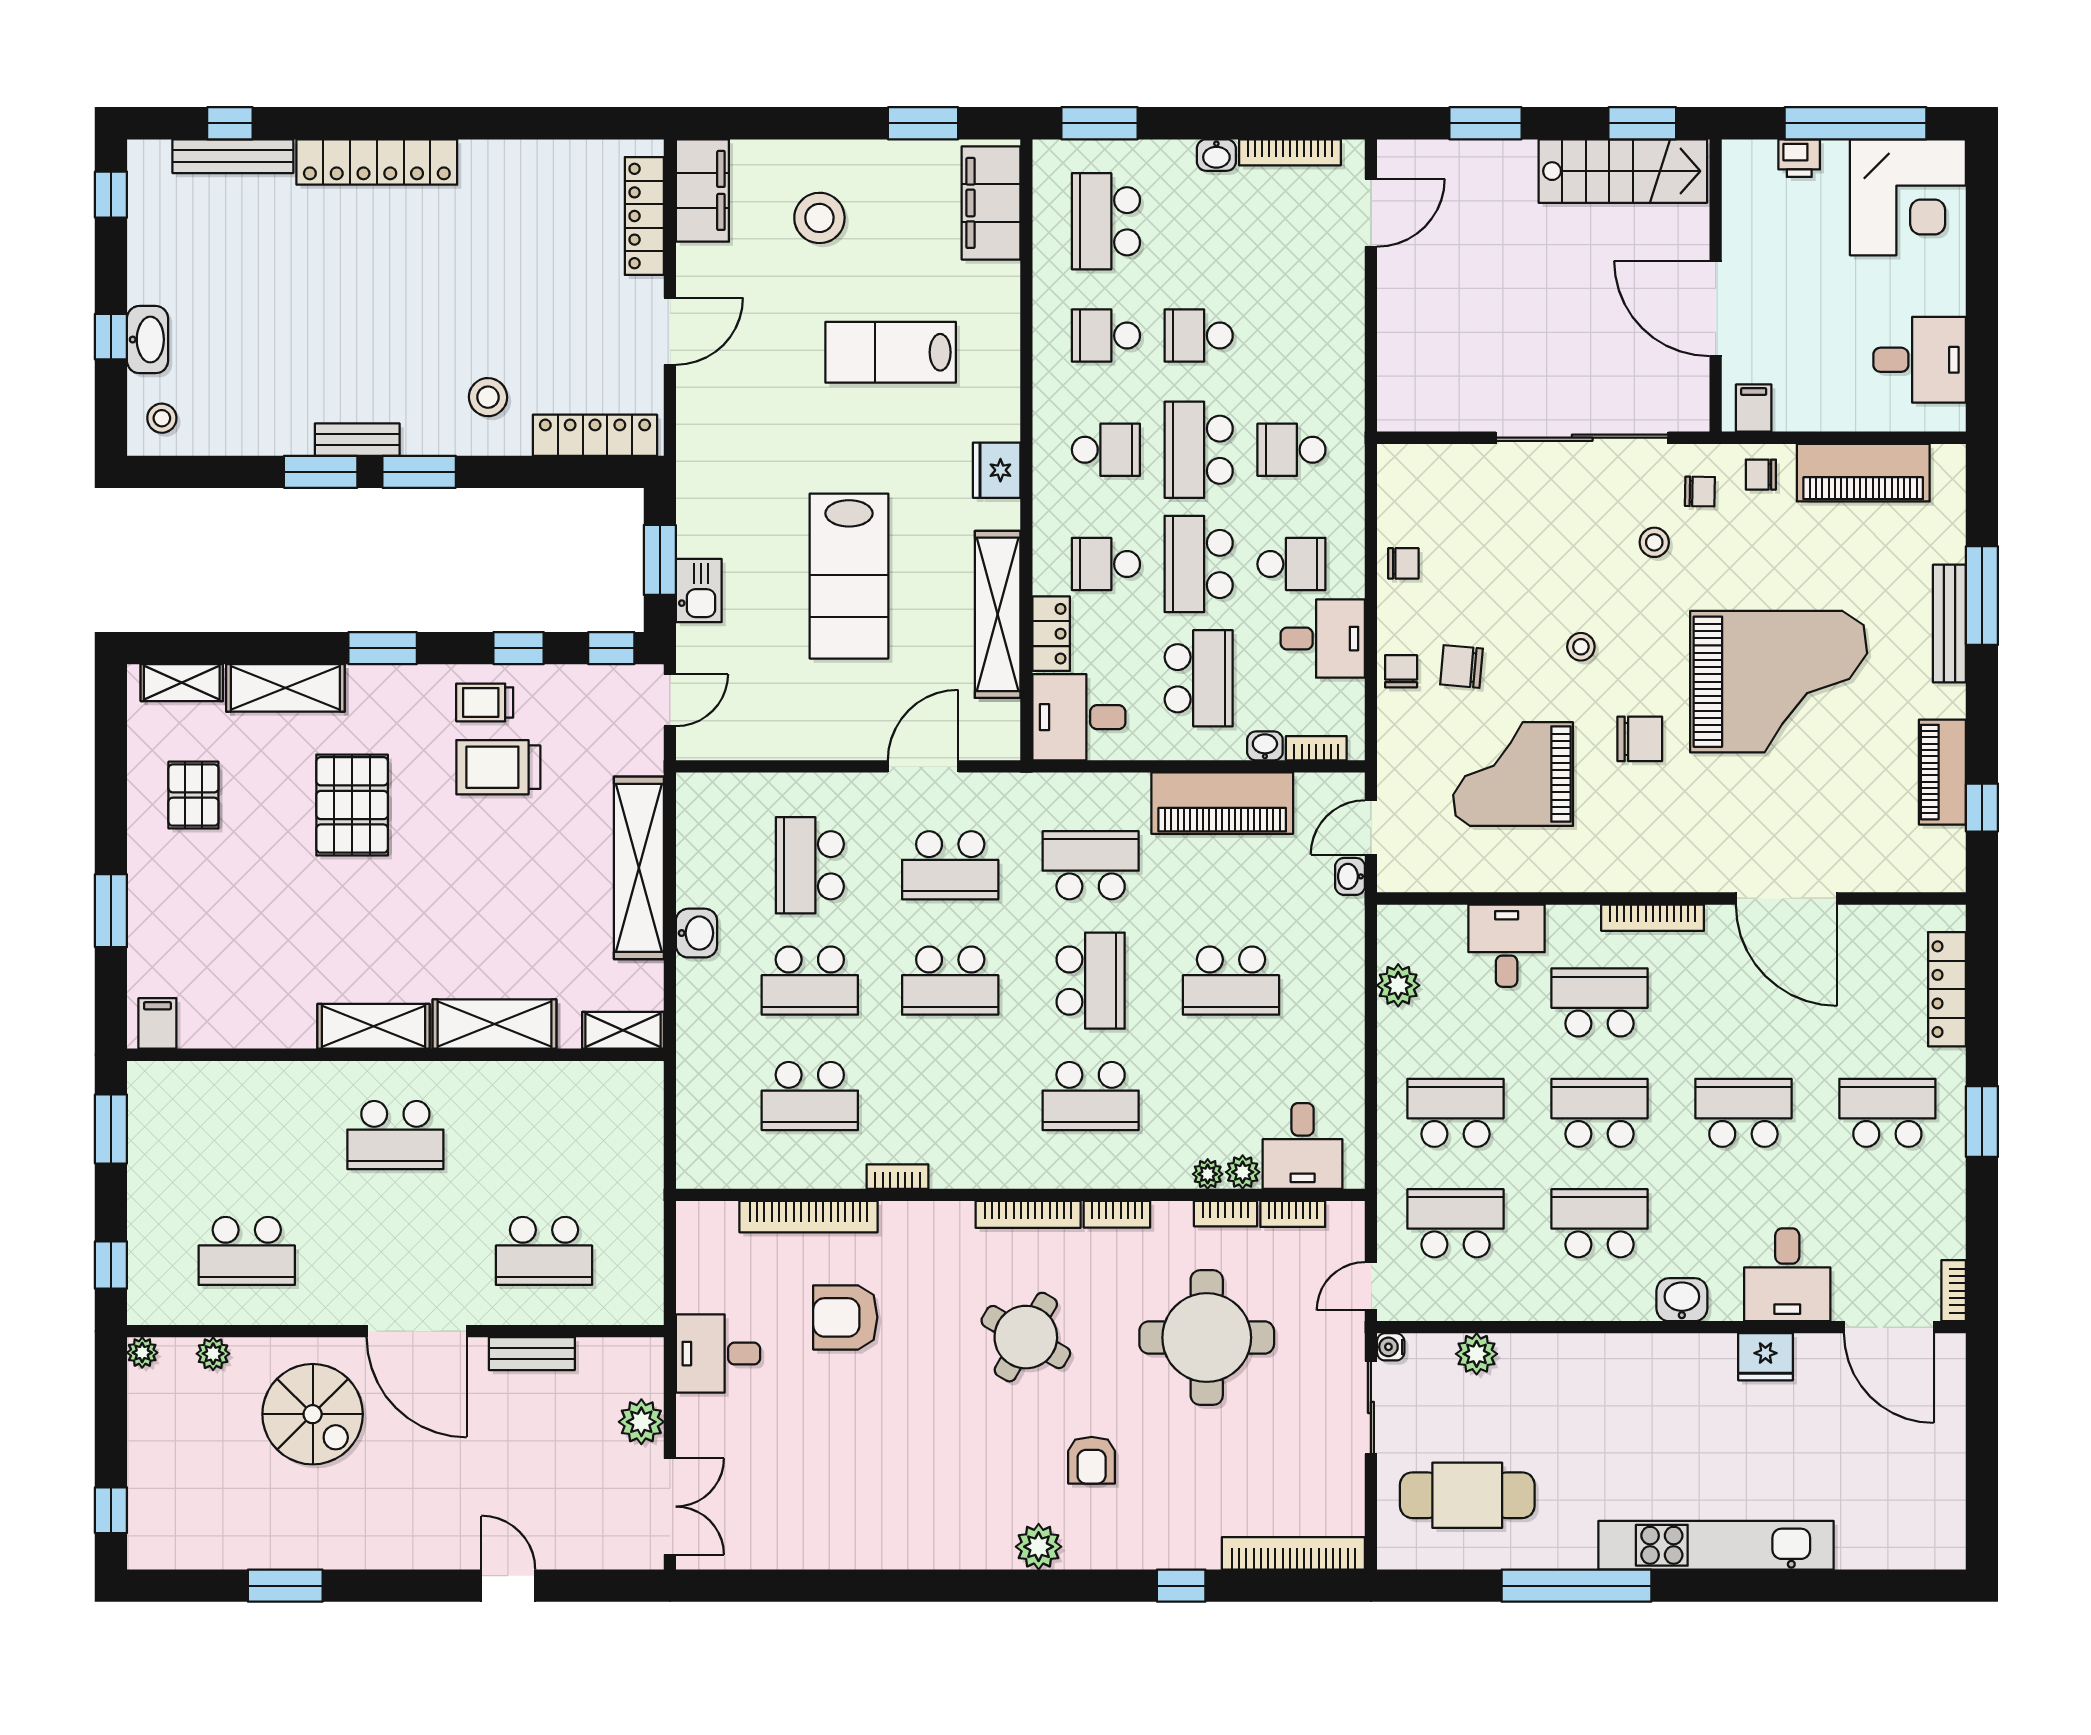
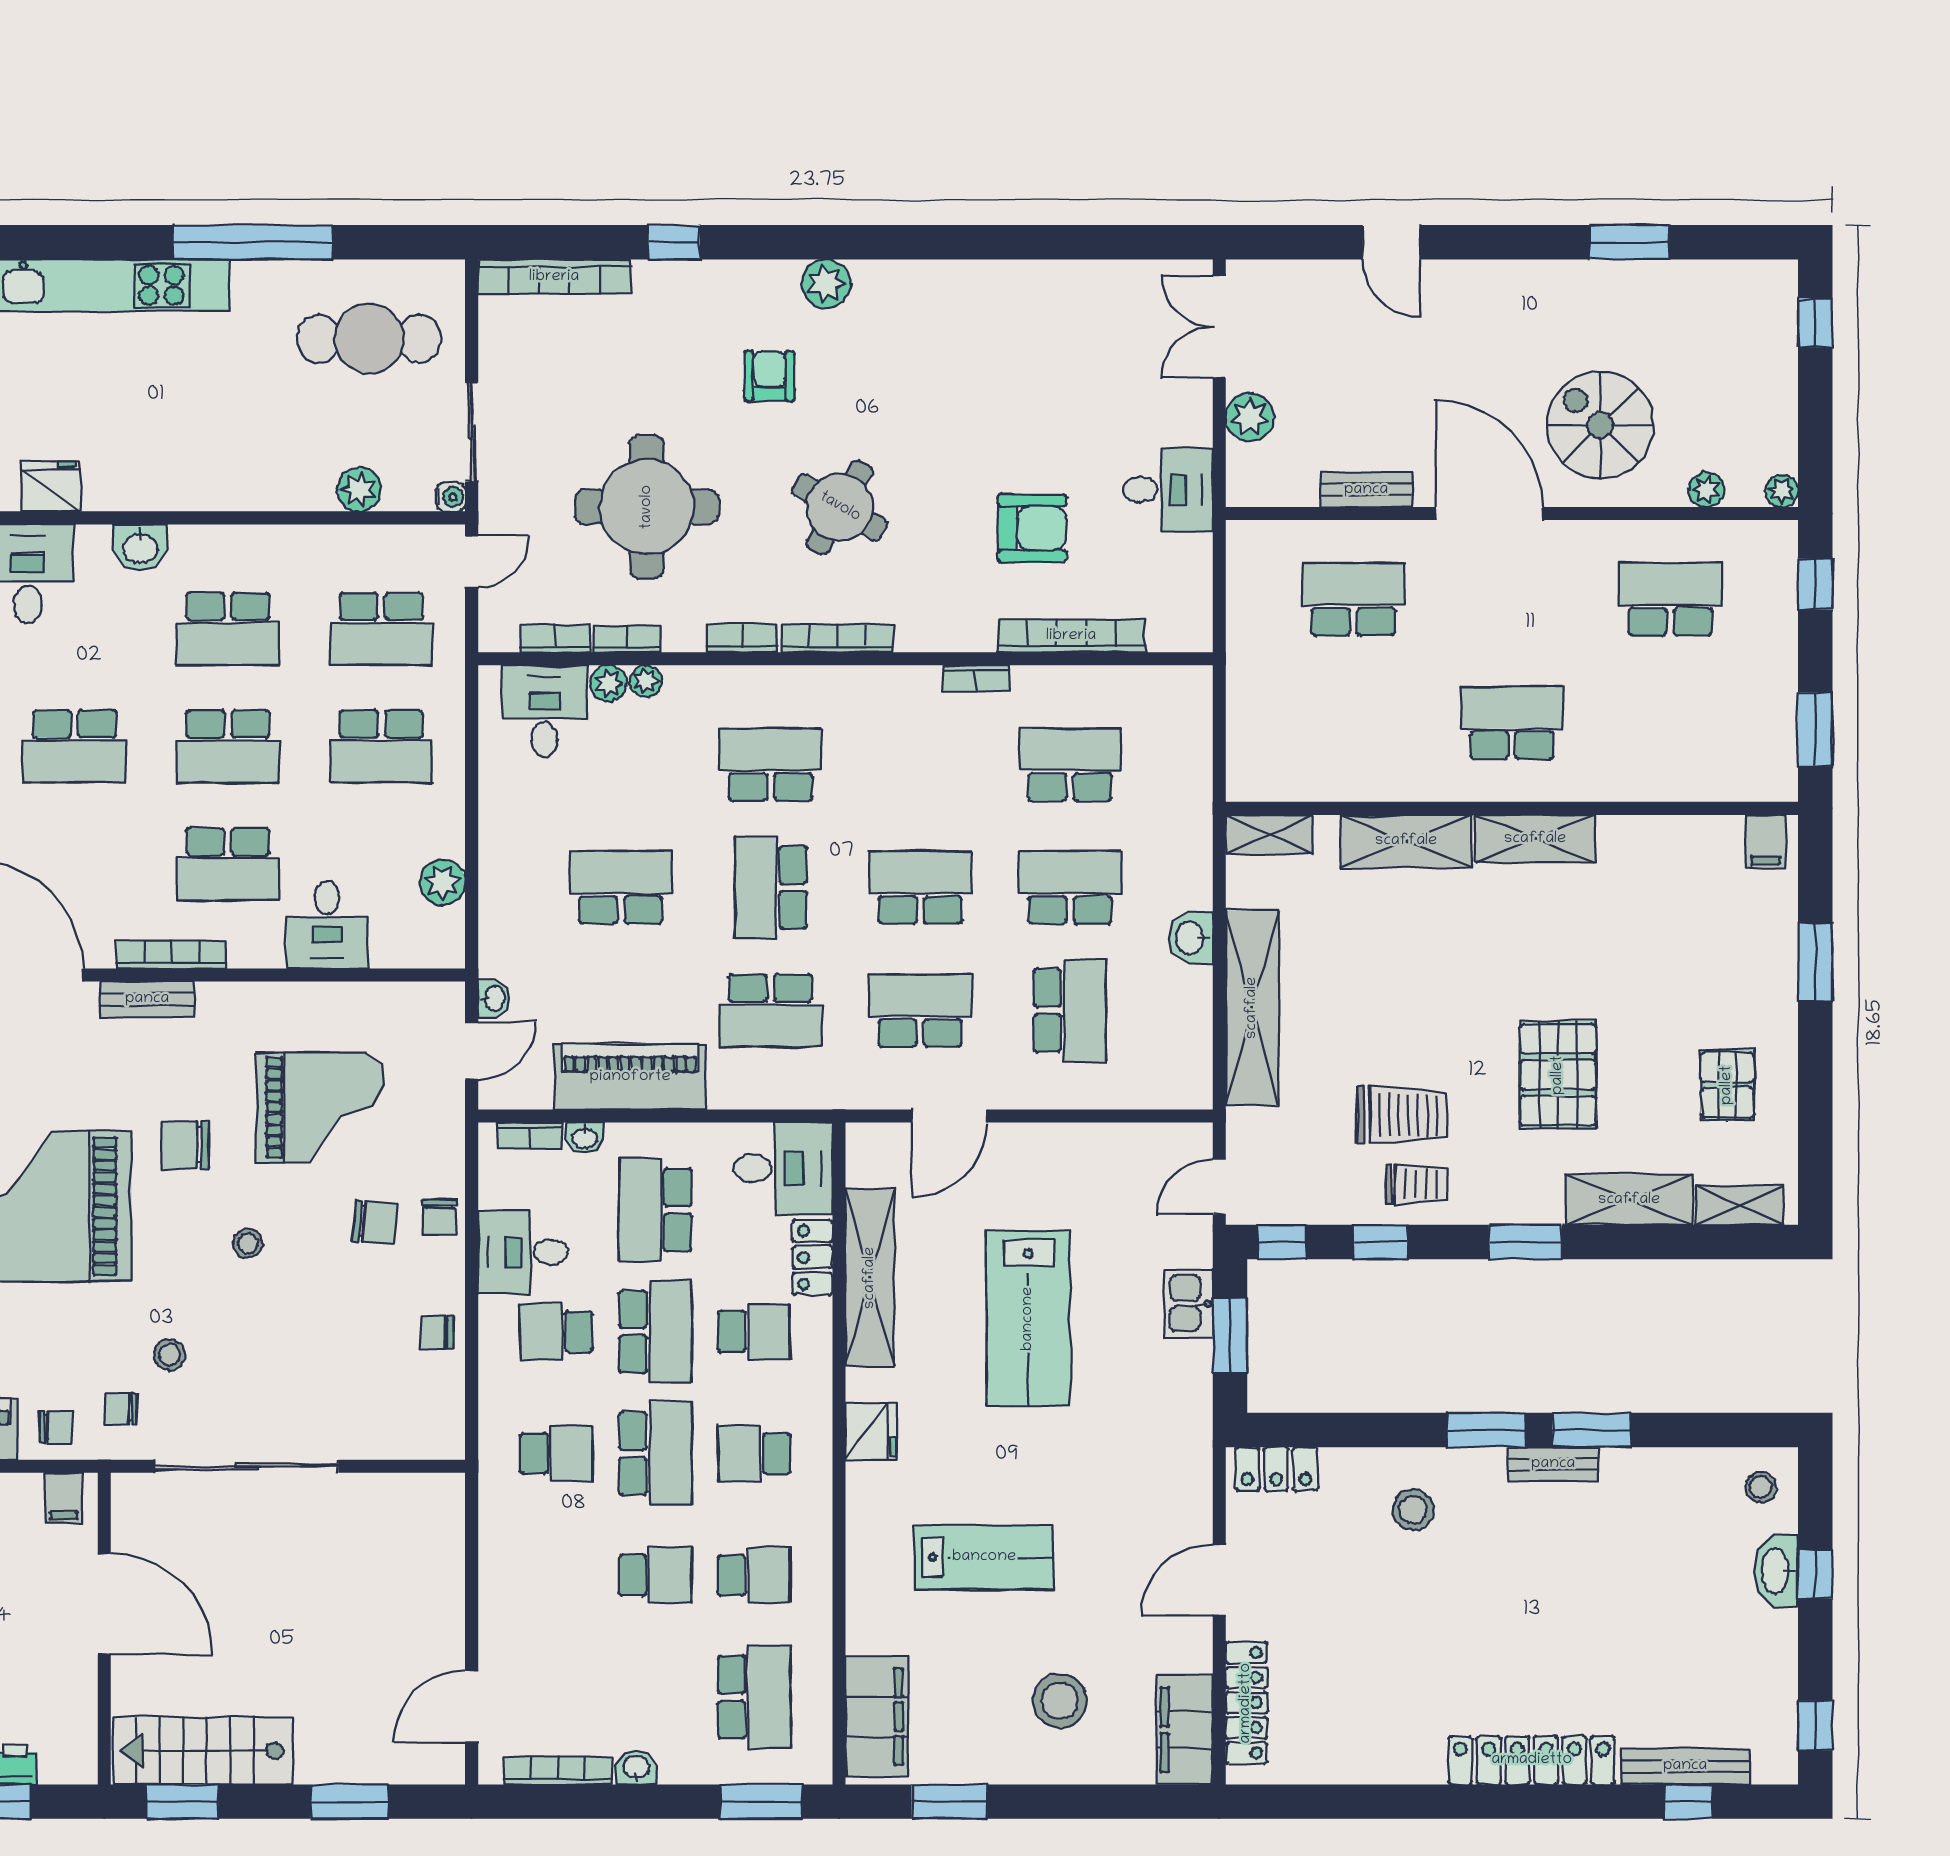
locker: (595, 435) -> (1276, 1469), width x0.66
lab bench: (849, 576) -> (1028, 1319), turned 180
bench: (1675, 876) -> (147, 999), added

